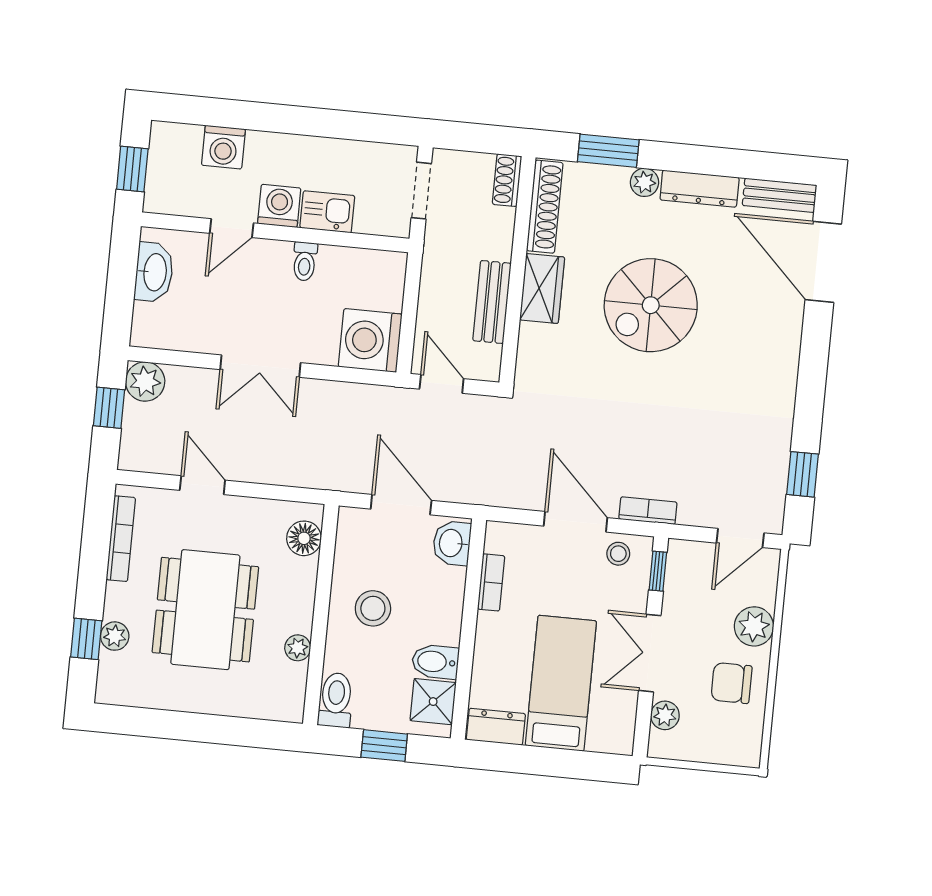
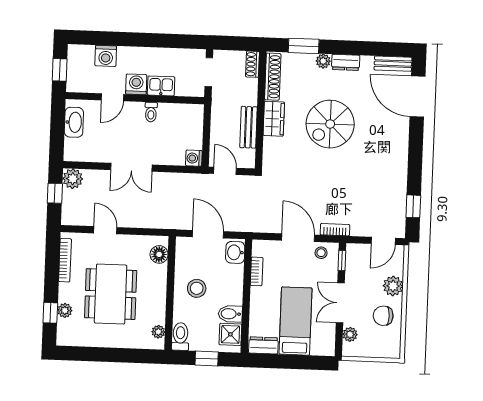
dresser: (700, 189) -> (346, 62), width x0.70
washing machine: (370, 340) -> (194, 158), width x0.53, depth x0.53
plant: (298, 648) -> (158, 332), moved

